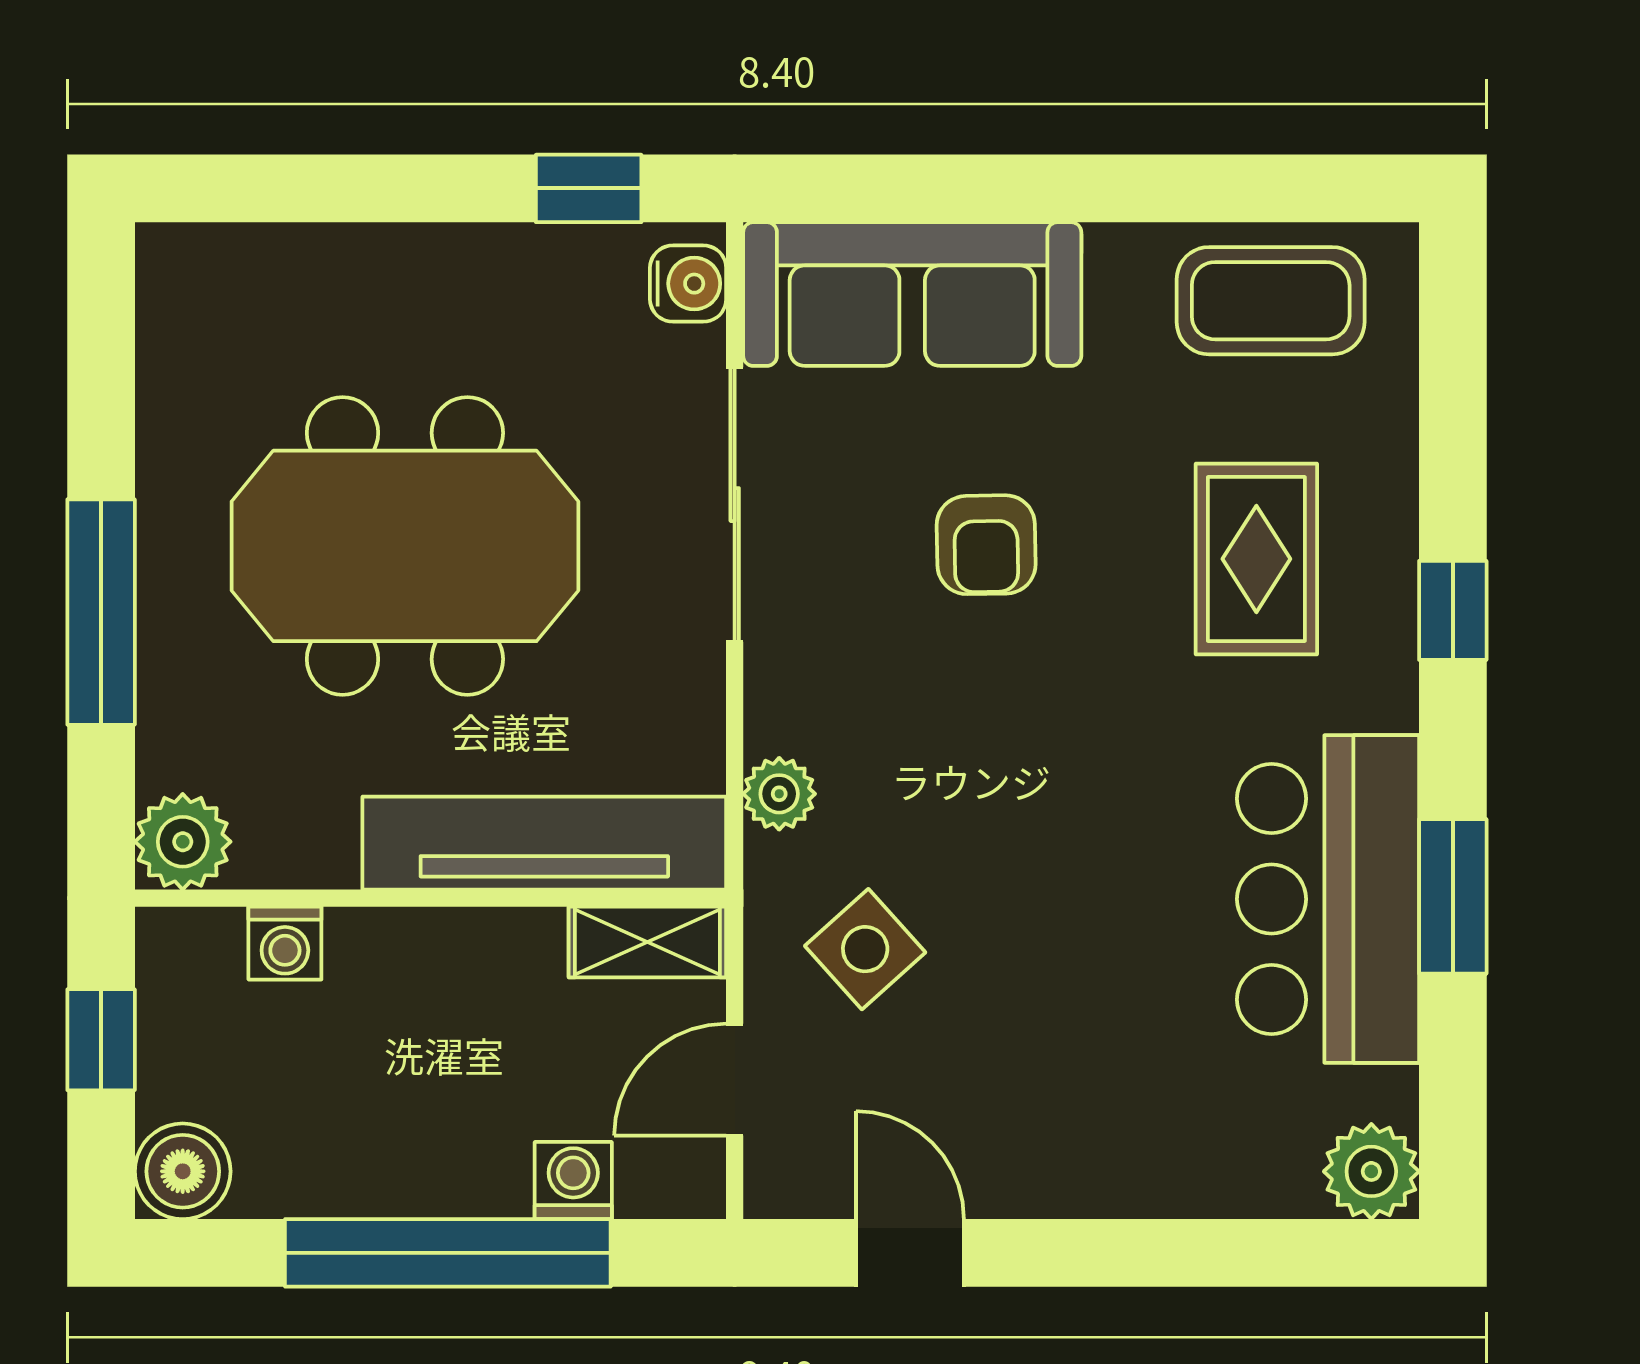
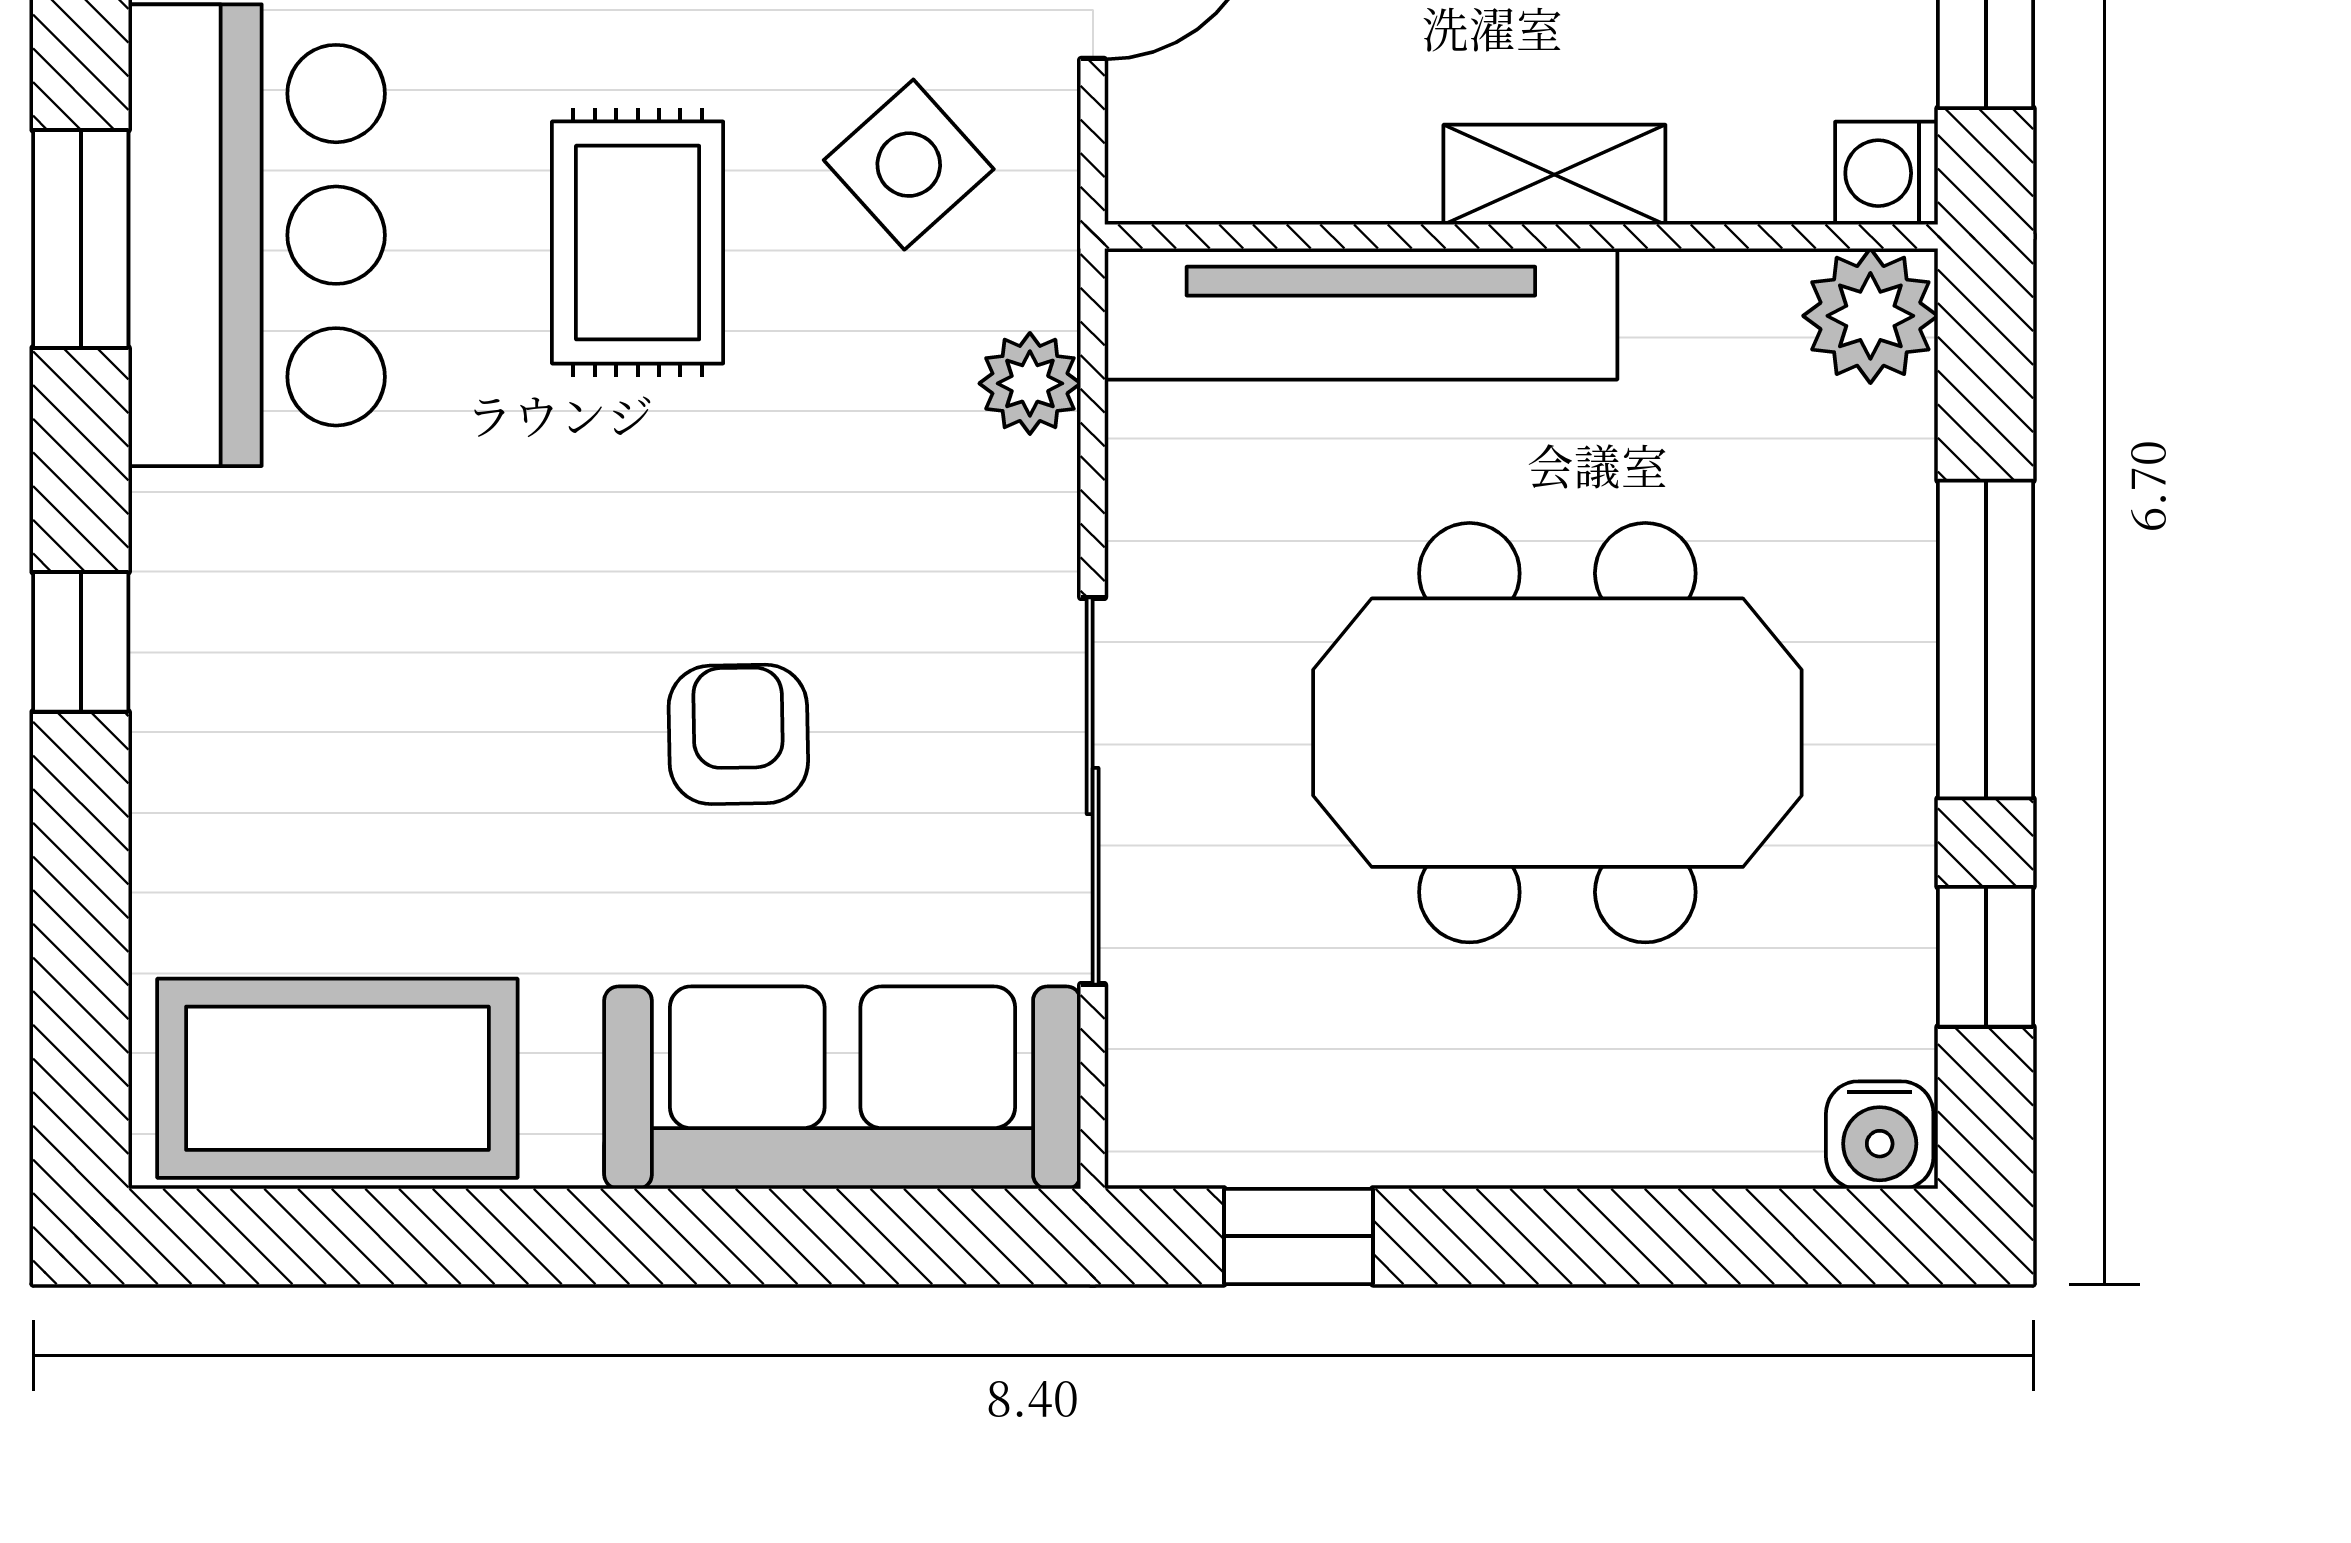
water cooler: (688, 284) -> (1880, 1135), moved, turned -90
coffee table: (1271, 301) -> (337, 1078), width x1.36, depth x1.32
window: (101, 387) -> (1986, 957), added
rug: (1256, 559) -> (638, 243), moved
shelving: (647, 942) -> (1554, 175), moved
washing machine: (285, 943) -> (1886, 173), moved, turned -90

